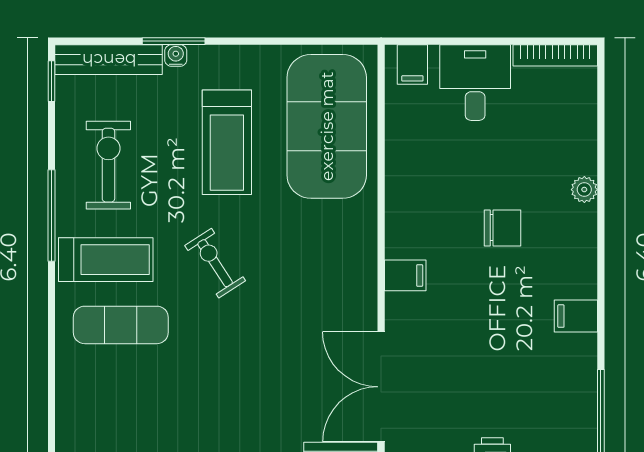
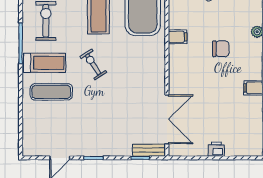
filing cabinet: (405, 275) -> (178, 37), moved
double door: (381, 387) -> (167, 119), swing flipped

